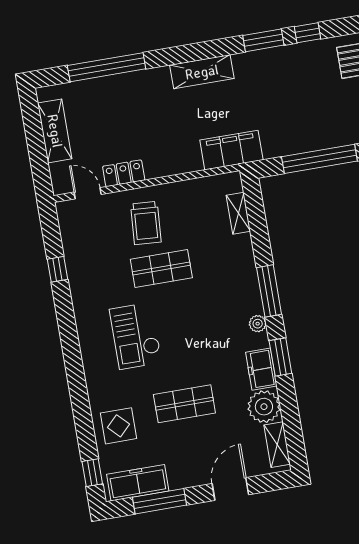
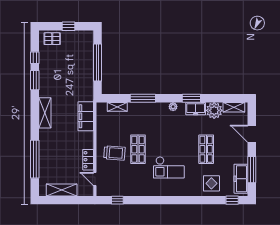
filing cabinet: (231, 150) -> (86, 116), moved
door: (88, 193) -> (95, 179), hinge flipped
window: (57, 269) -> (117, 200), moved
window: (269, 291) -> (143, 98), moved

